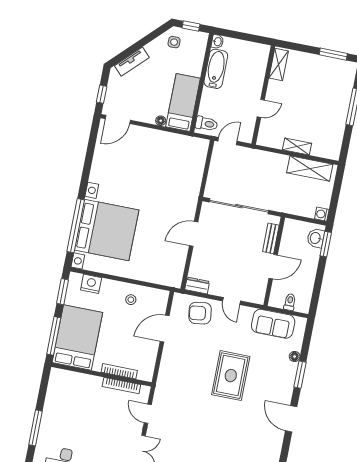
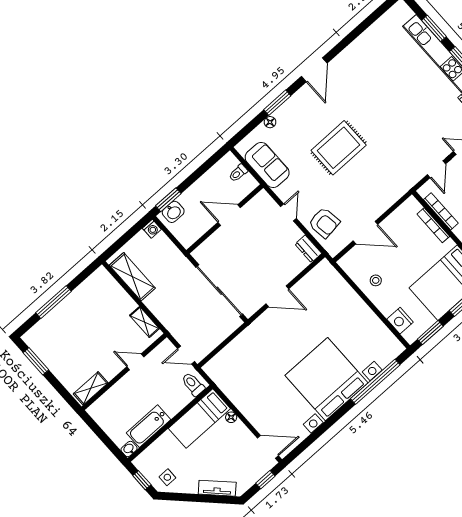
shelving: (297, 146) -> (144, 322), moved
bed with nightstands: (107, 230) -> (327, 379), moved
bench: (271, 238) -> (213, 241), removed

